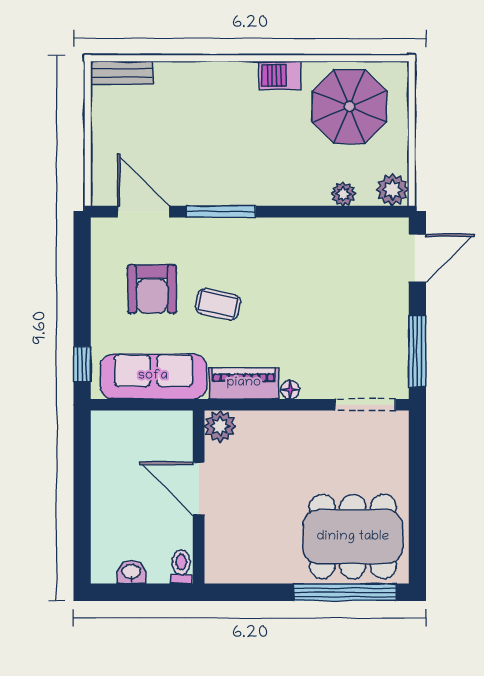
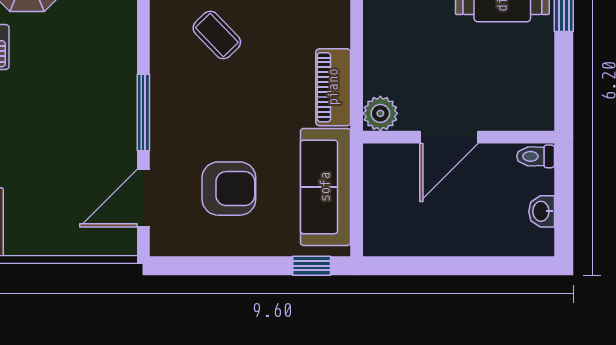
coffee table: (218, 304) -> (217, 35), moved, turned -56
floor lamp: (290, 390) -> (340, 36), removed

